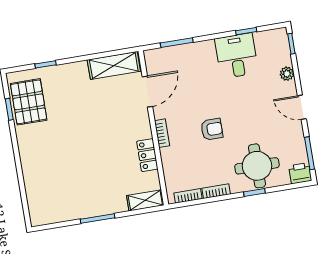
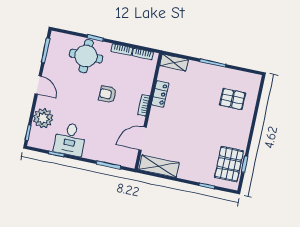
plant: (287, 74) -> (43, 118), width x1.88, depth x1.88
printer: (300, 173) -> (58, 39), removed
pallet: (56, 184) -> (232, 99), added

